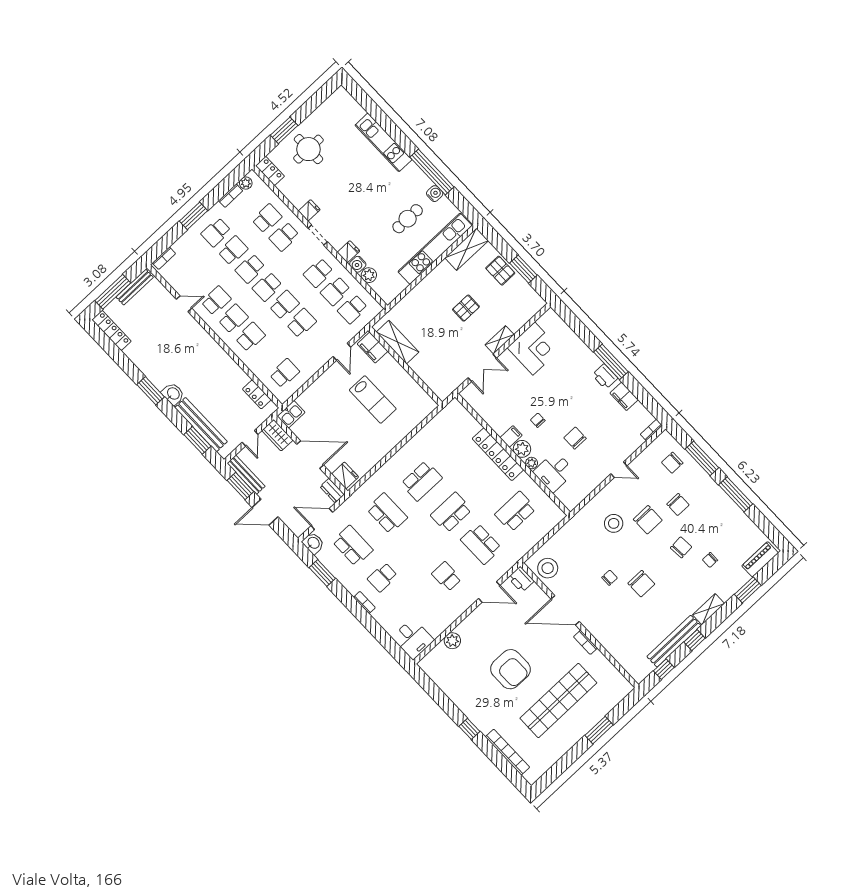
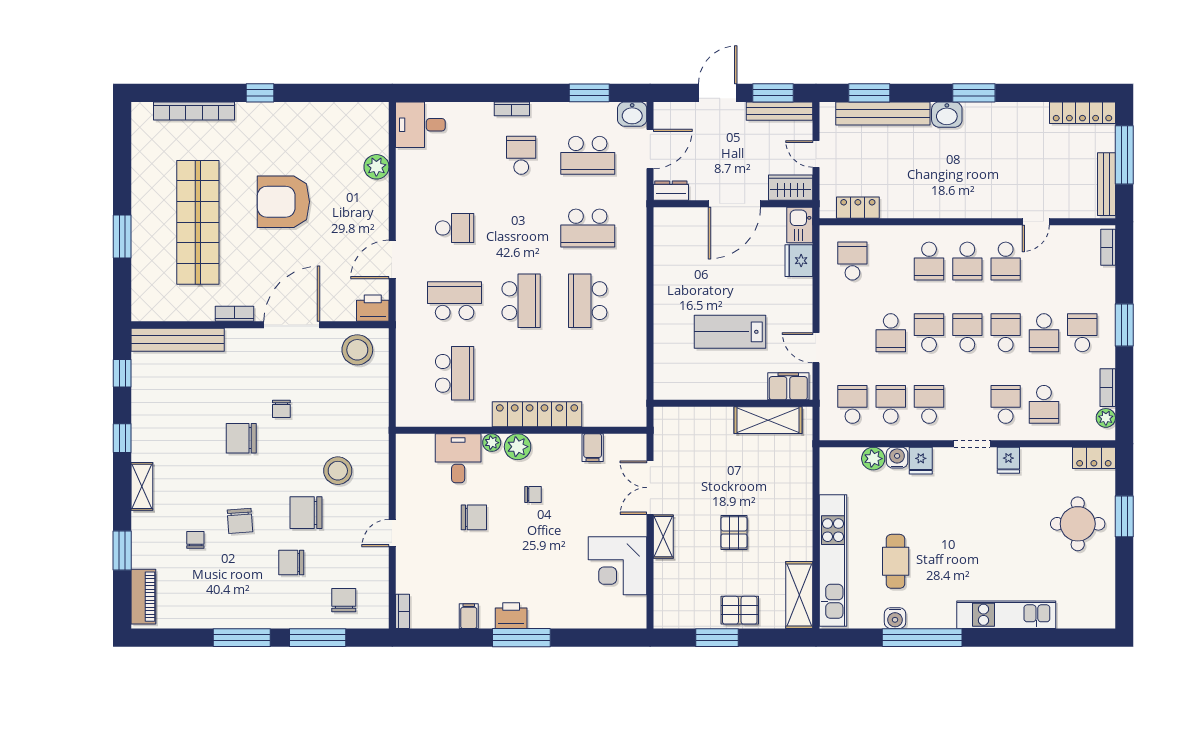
school desk: (284, 305) -> (929, 333), turned 180
school desk: (285, 373) -> (852, 261), turned 180
filing cabinet: (624, 396) -> (469, 616), width x0.50
filing cabinet: (511, 436) -> (593, 448), moved
fridge: (345, 475) -> (799, 261), moved, turned 90
bench: (674, 641) -> (178, 340), moved, turned 90

